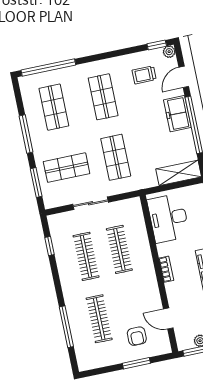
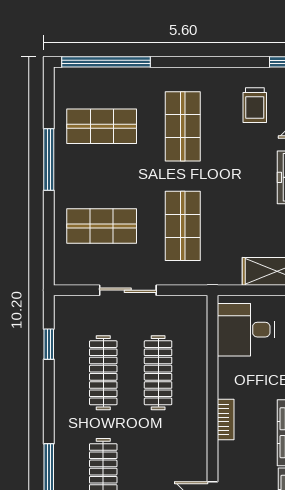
trolley: (144, 75) -> (255, 105), turned -90
shop shelf: (54, 107) -> (102, 126), turned 90
window: (36, 182) -> (49, 240), removed
desk: (168, 218) -> (246, 330), width x0.73

